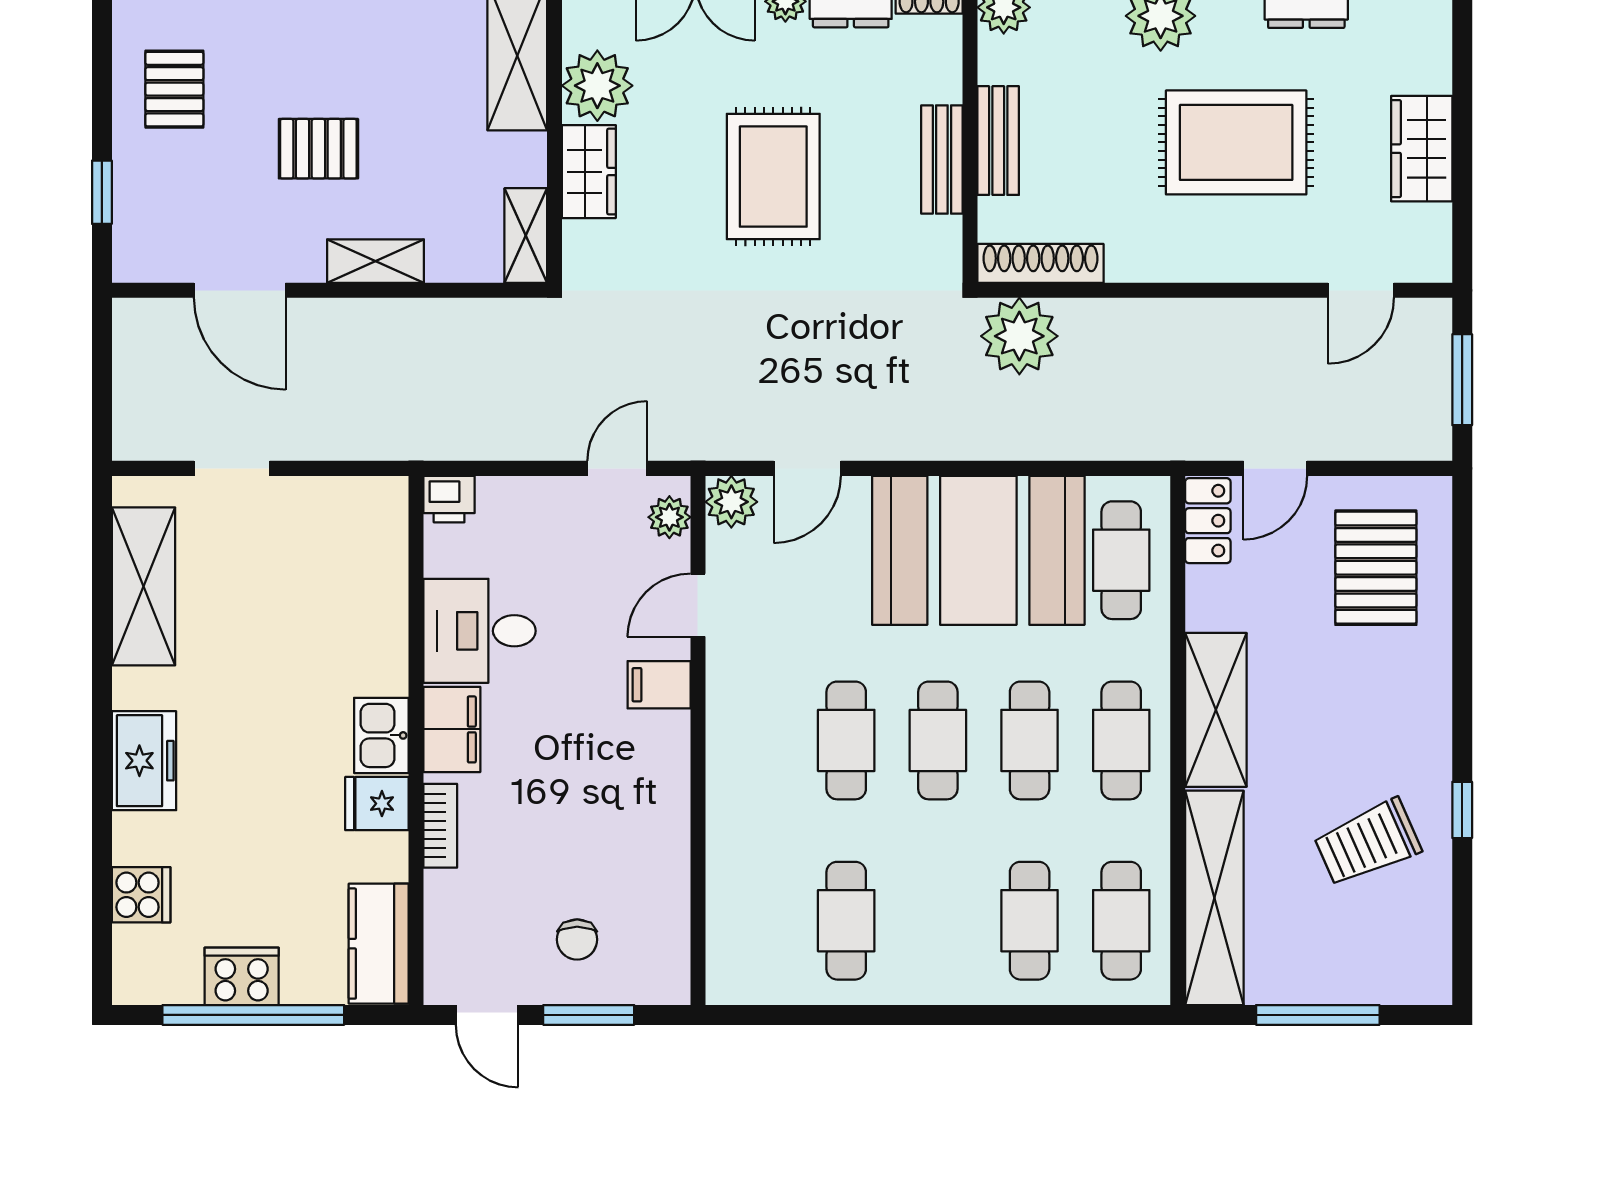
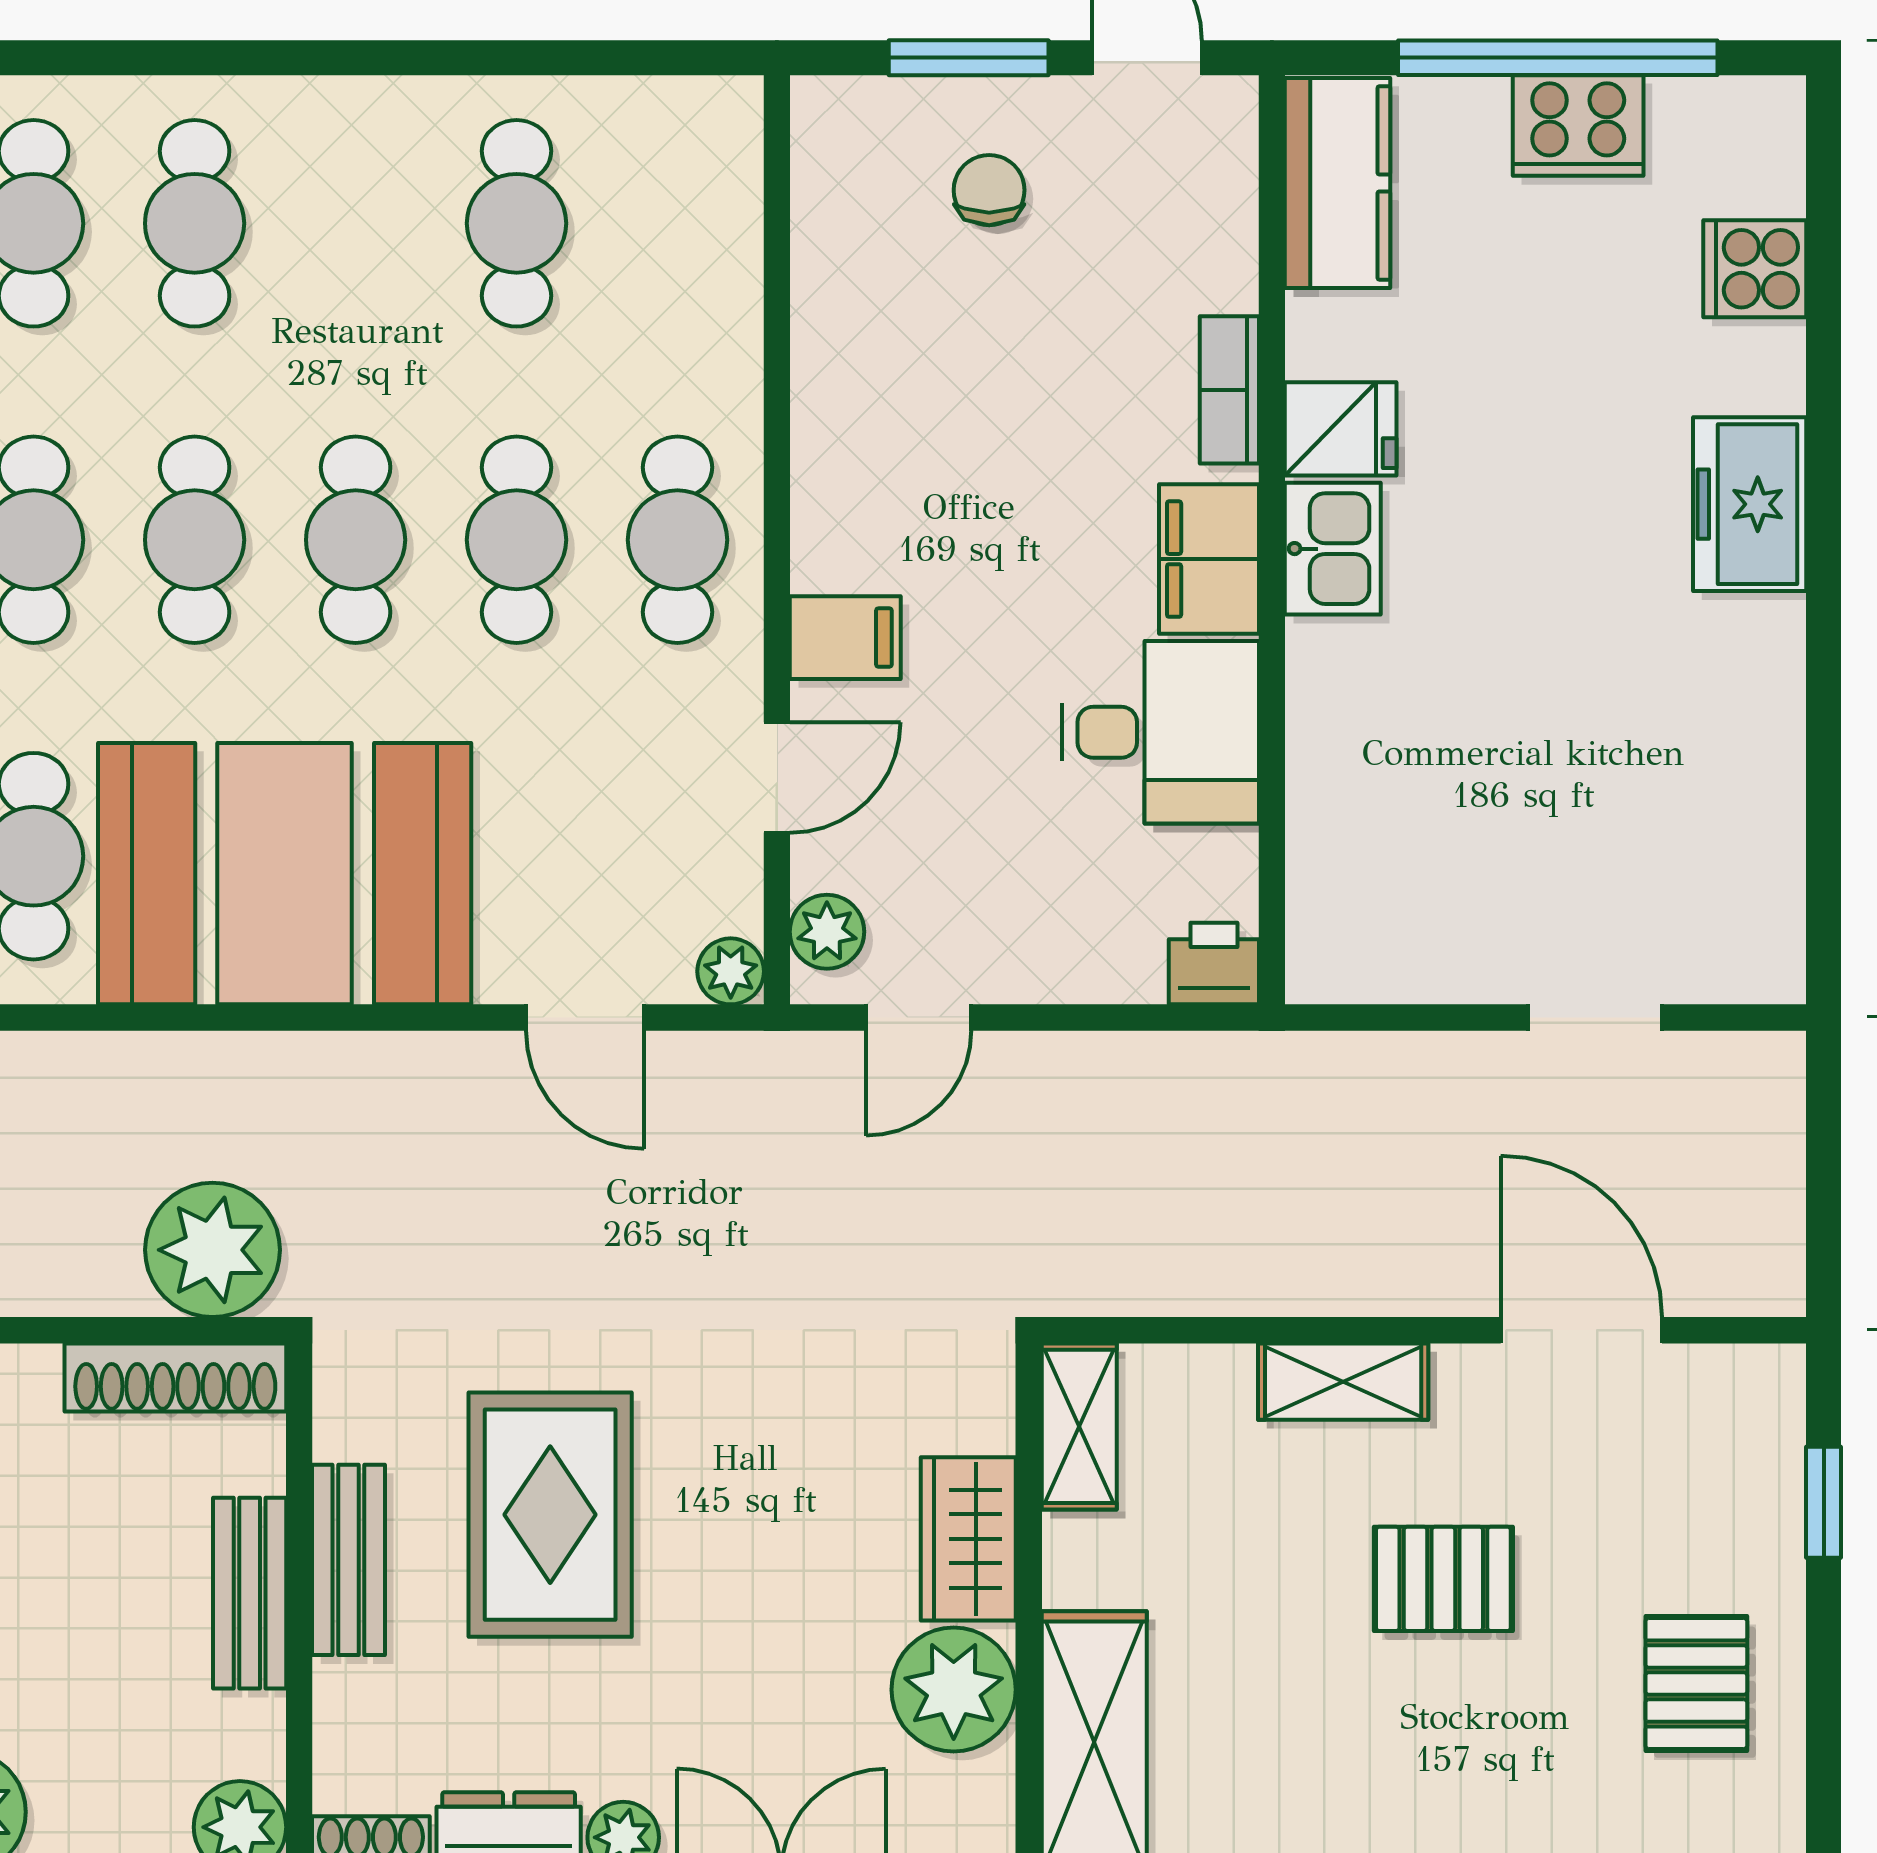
rug: (773, 177) -> (550, 1515), moved
door: (807, 468) -> (585, 1018), swing flipped
plant: (731, 502) -> (731, 971), width x0.73, depth x0.73
shelving: (143, 586) -> (1751, 810), removed
cafe table: (755, 740) -> (677, 540), added

